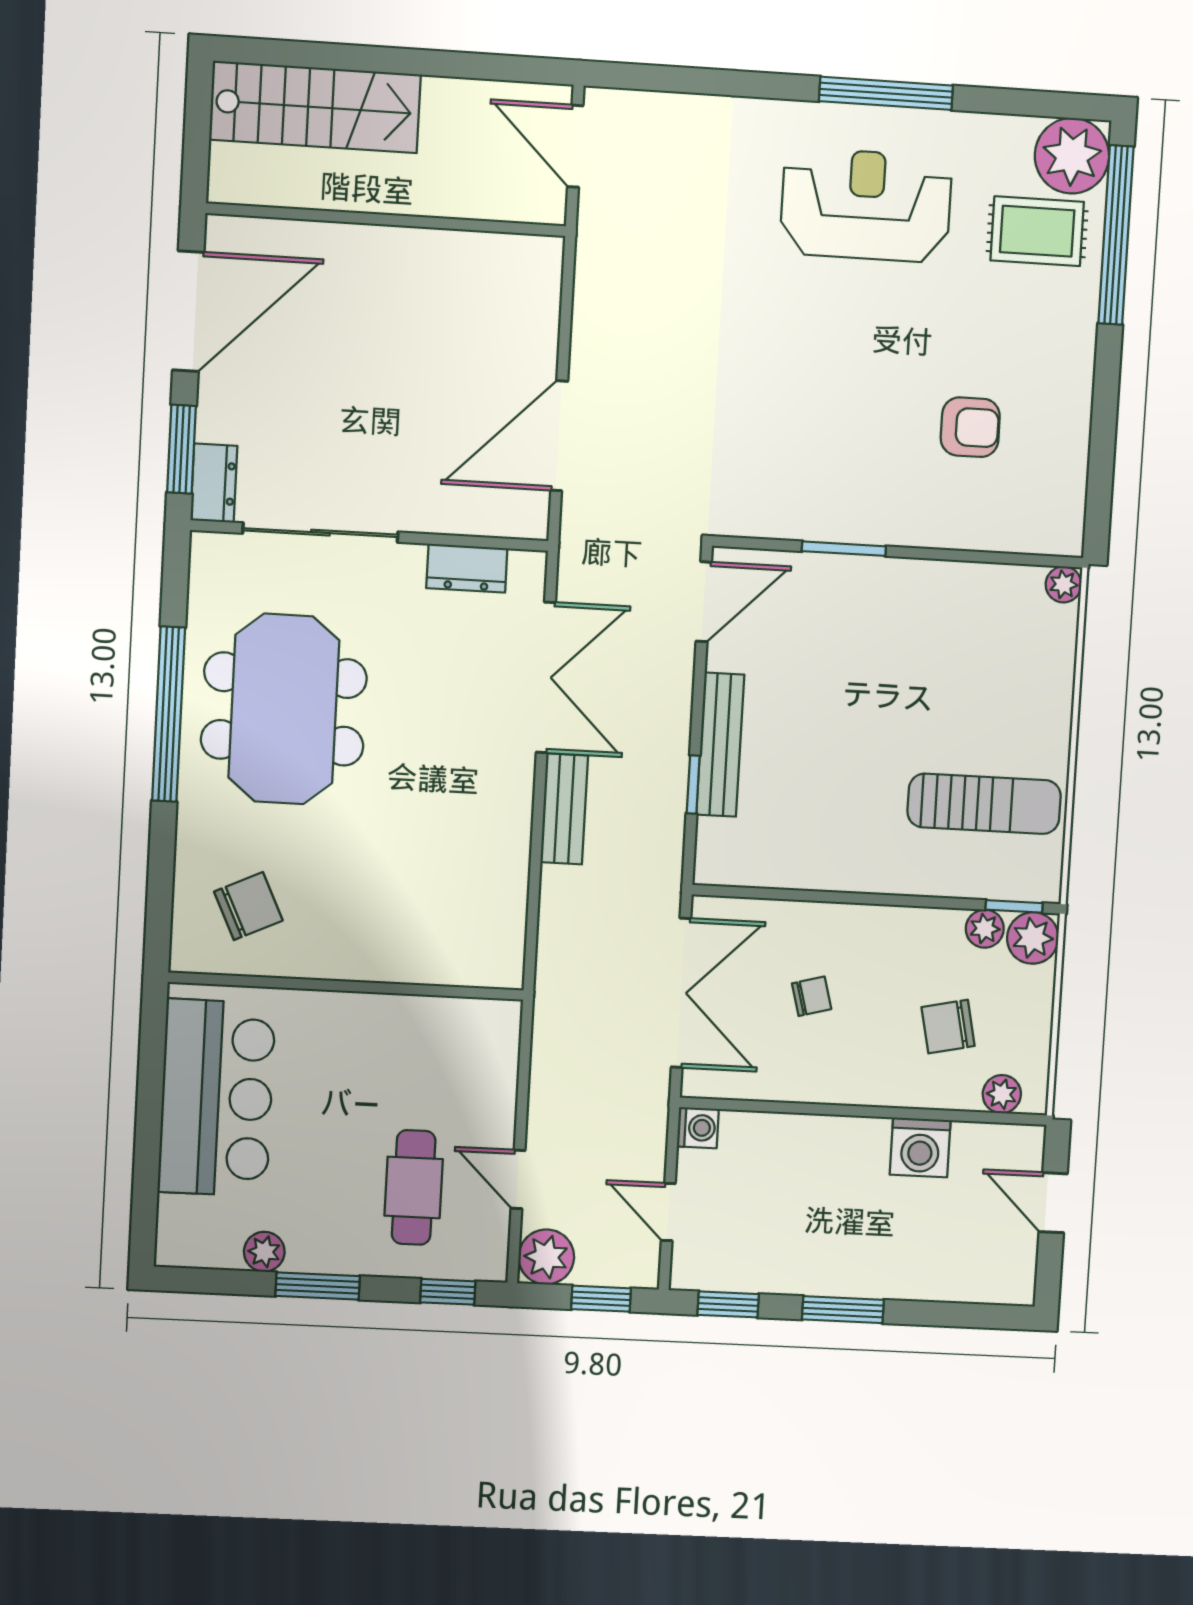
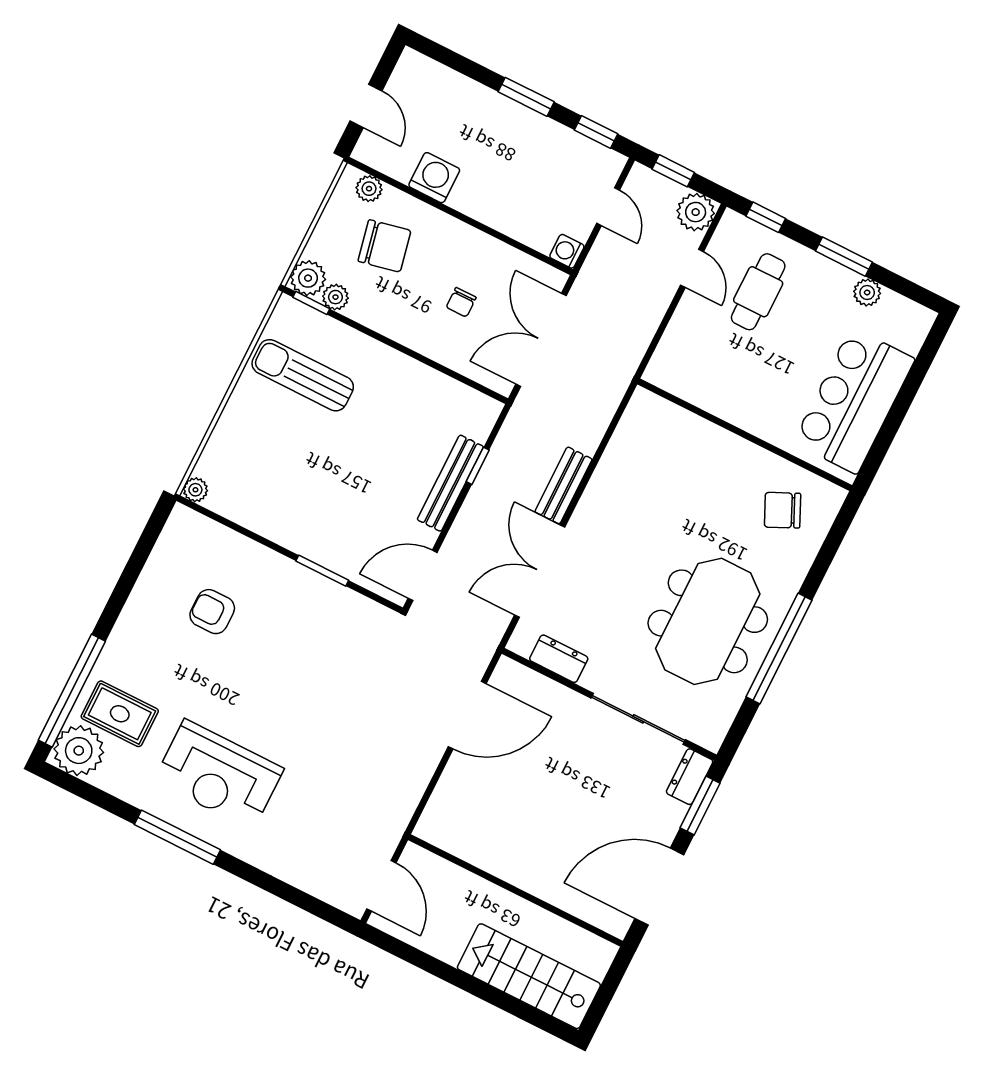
chair: (812, 996) -> (461, 302), turned -75
chair: (948, 1027) -> (384, 246), width x1.37, depth x1.37

